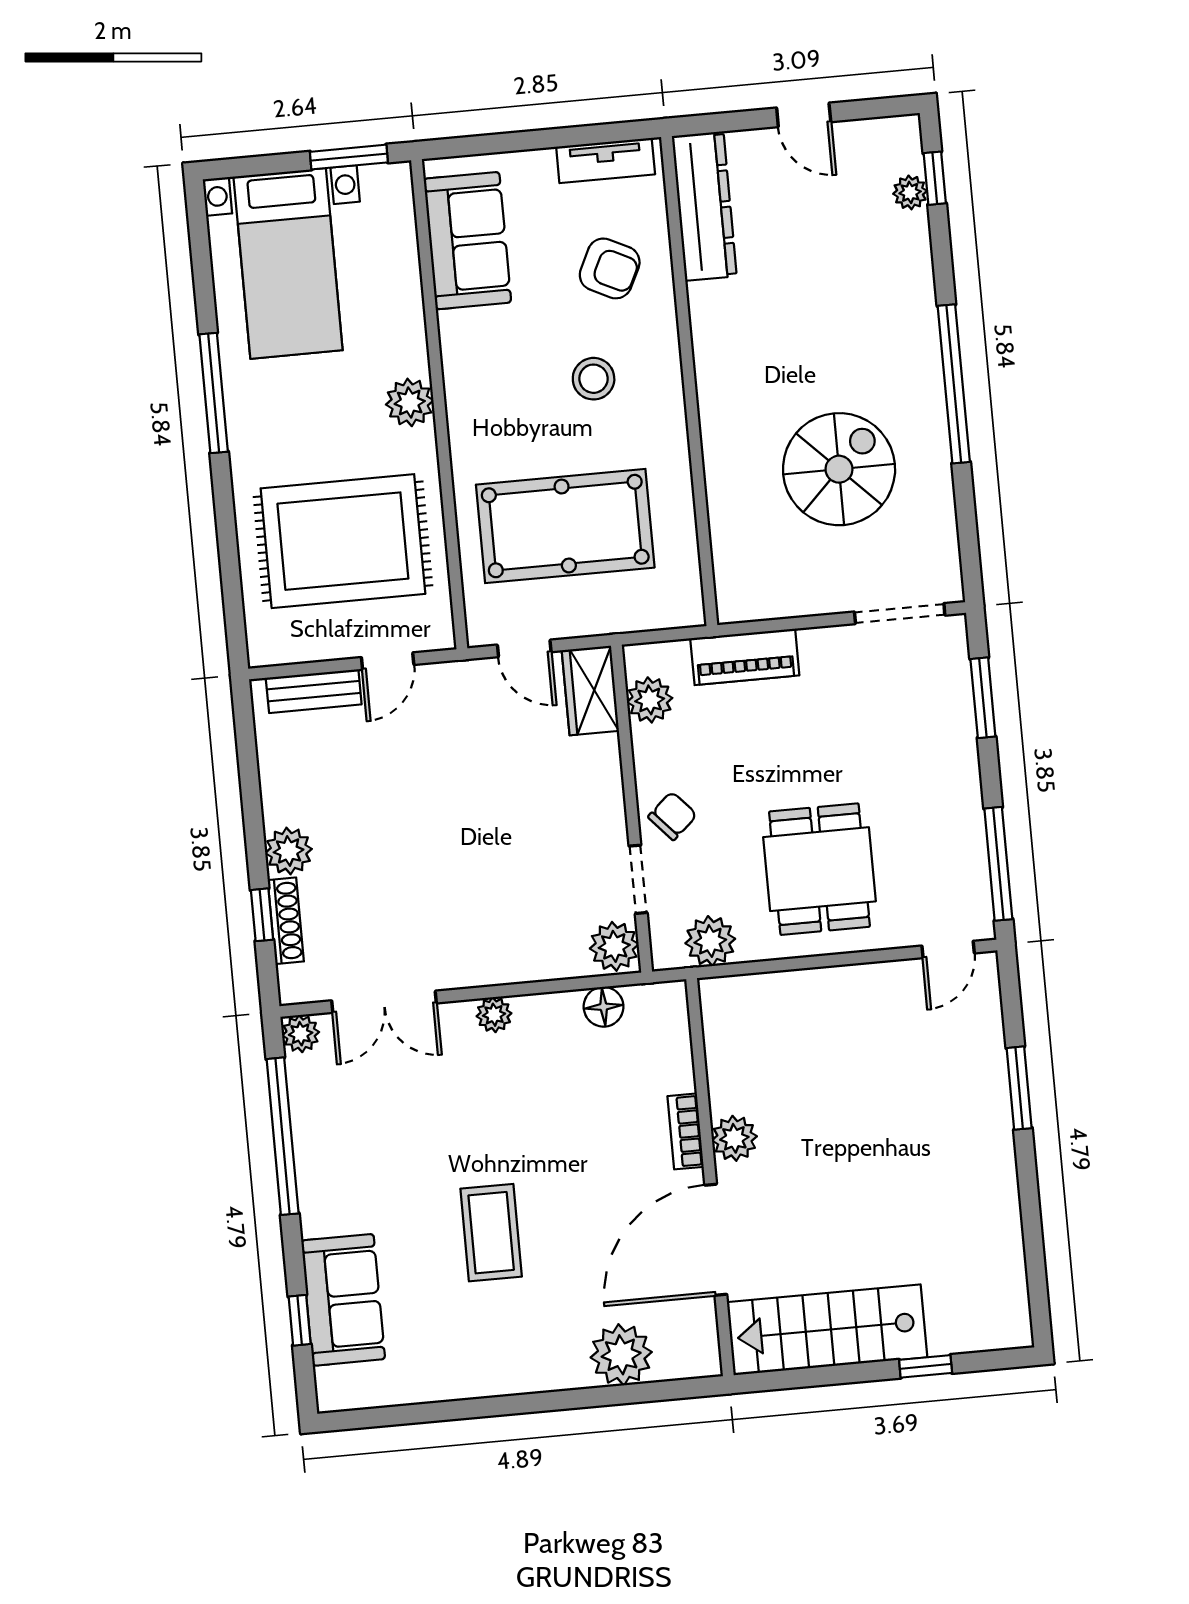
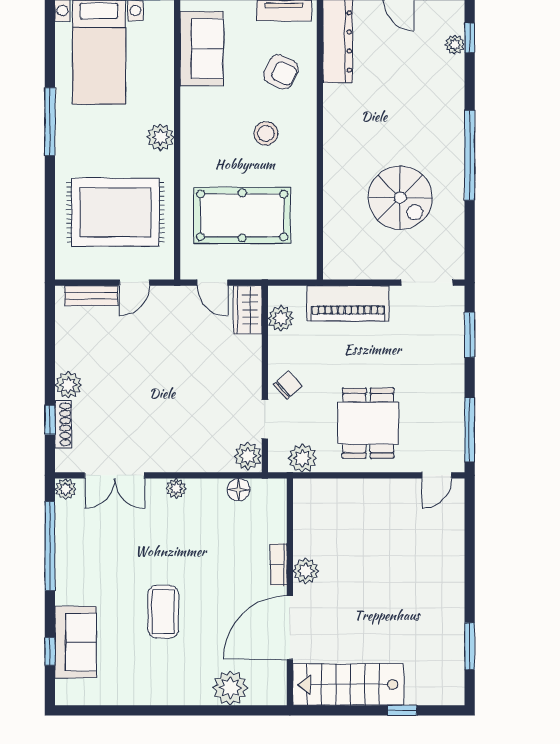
spiral stairs: (839, 469) -> (400, 198), turned 90
piano: (745, 657) -> (348, 303), width x1.37, depth x1.33
window: (1019, 1088) -> (470, 646), moved

